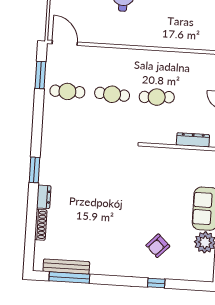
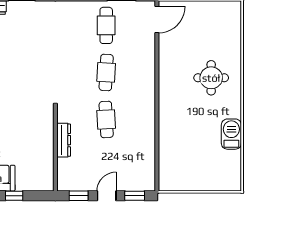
dresser: (193, 140) -> (64, 140), moved

